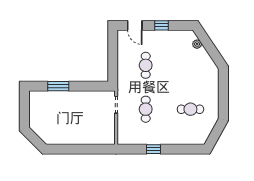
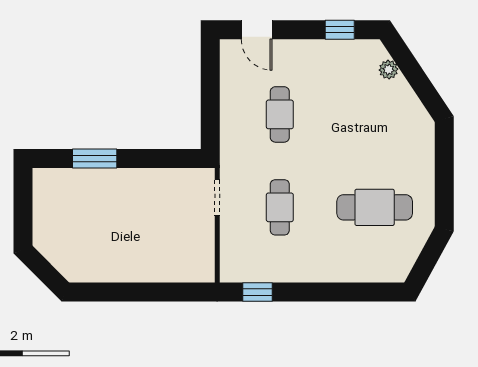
window: (161, 25) -> (340, 30), moved
cafe table: (190, 109) -> (375, 207), width x1.37, depth x1.35
window: (153, 149) -> (257, 292), moved

